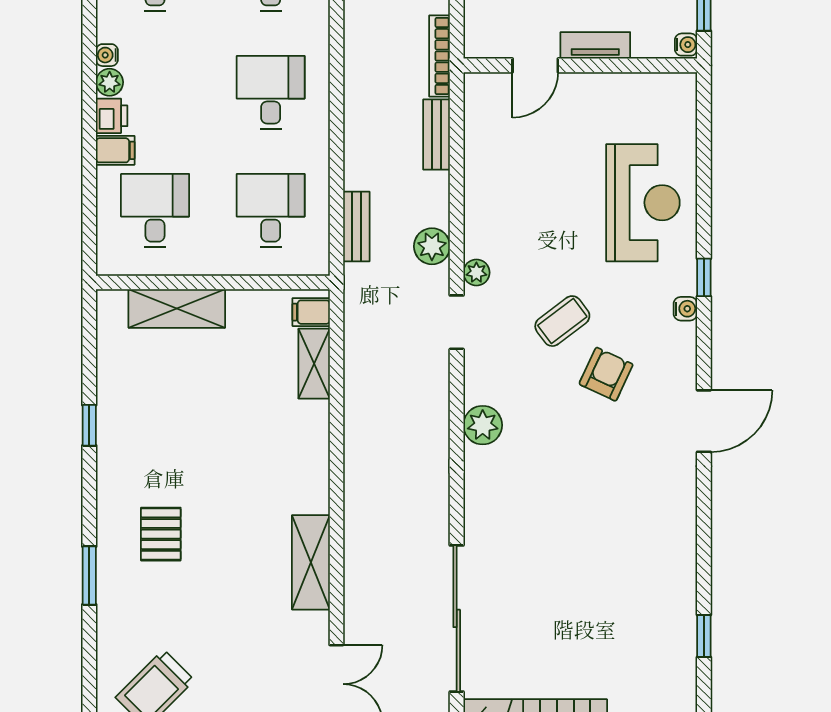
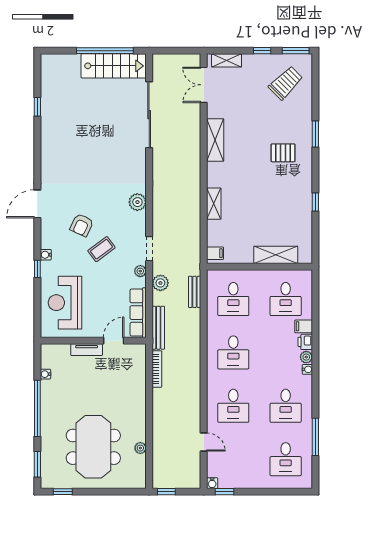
tv unit: (595, 45) -> (87, 350), moved
door: (535, 65) -> (114, 341), moved
wall: (580, 65) -> (93, 341), moved
bench: (437, 134) -> (158, 328), width x1.36
row of seats: (481, 181) -> (138, 313), added
shelving: (314, 364) -> (214, 204), moved
pallet: (161, 534) -> (283, 153), turned 90

